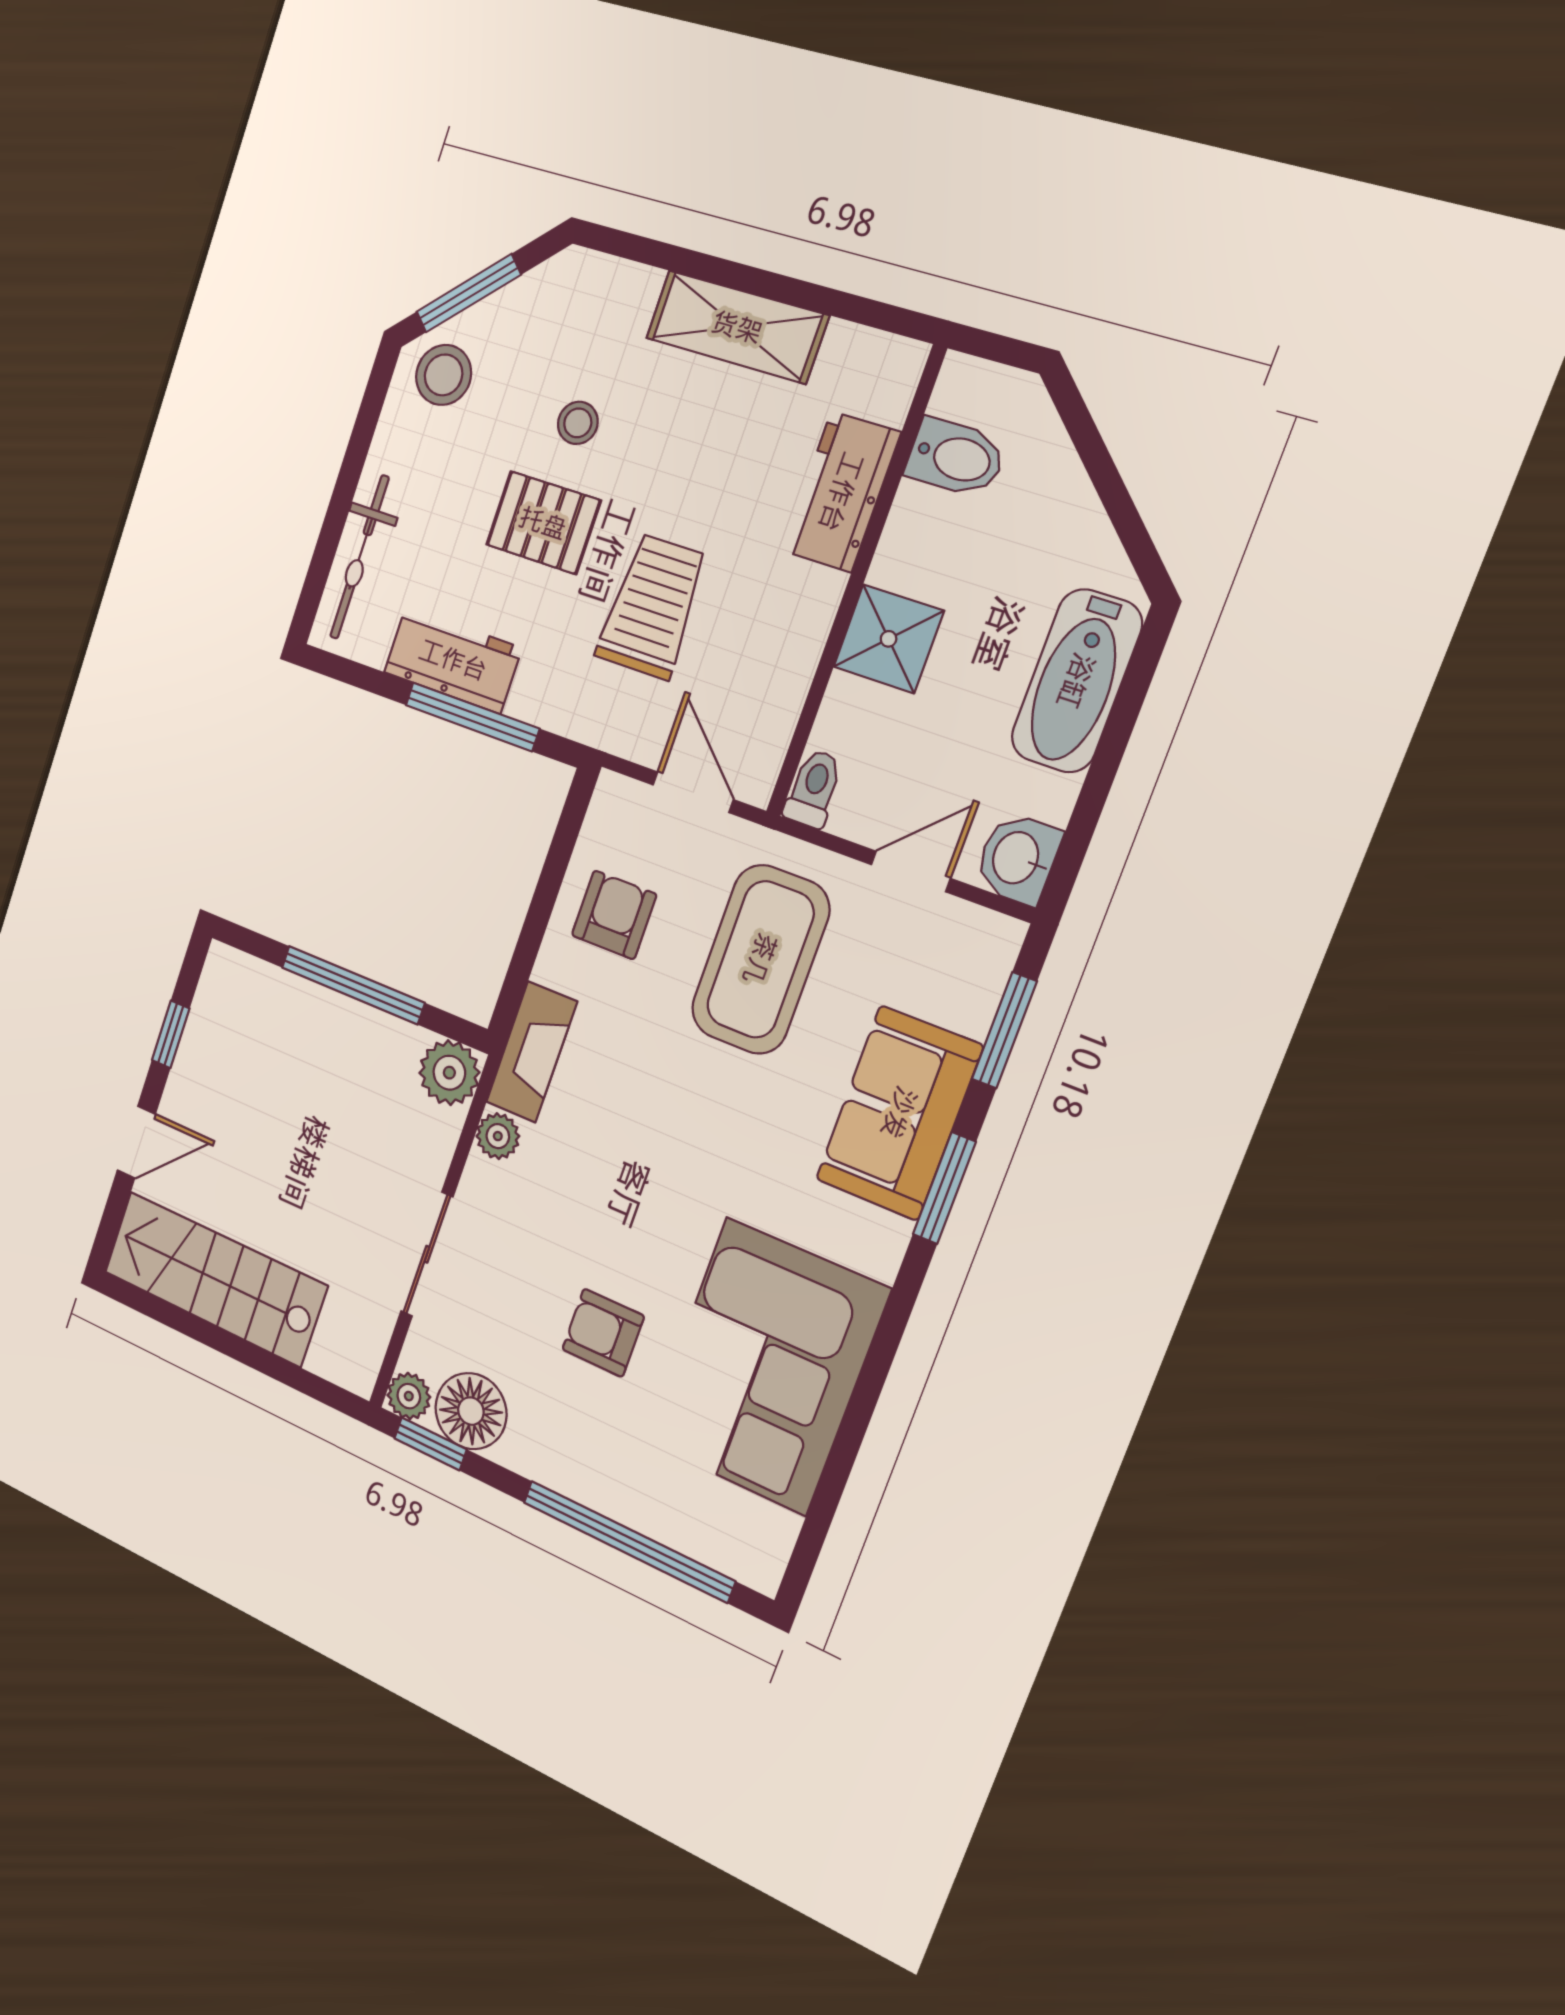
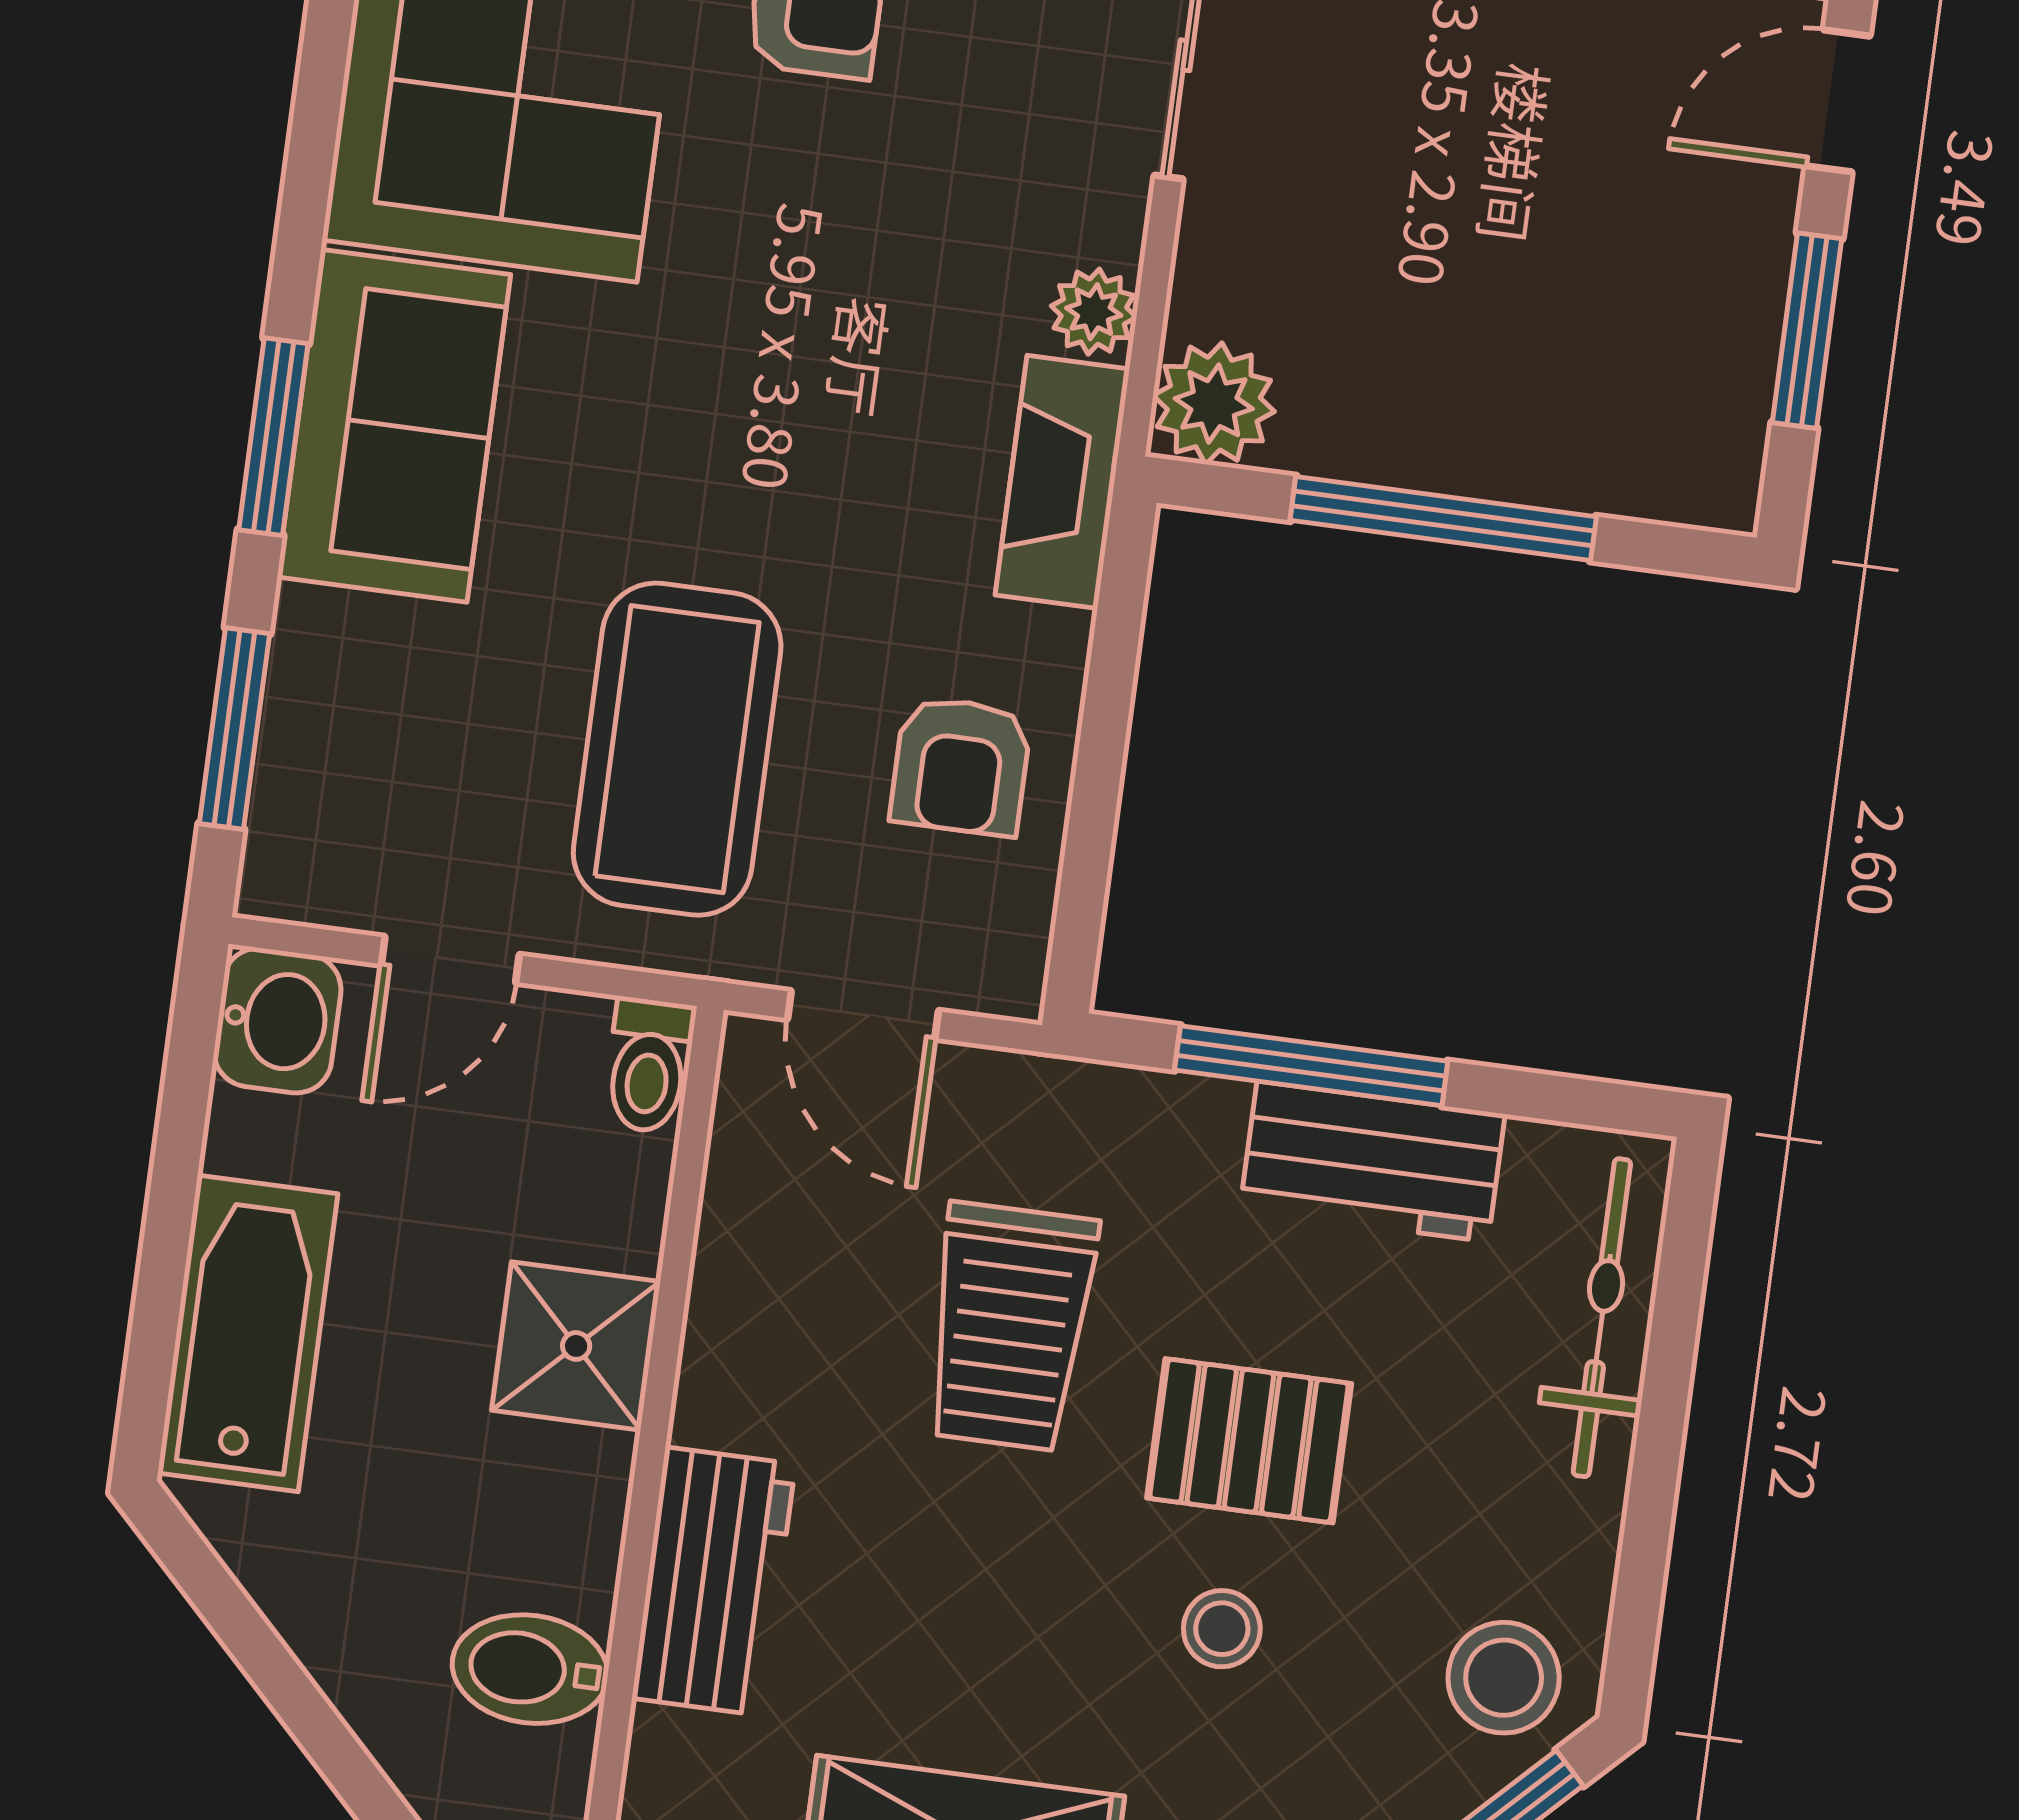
window: (171, 1034) -> (1807, 331), width x1.50
sofa: (899, 1113) -> (394, 426), moved

